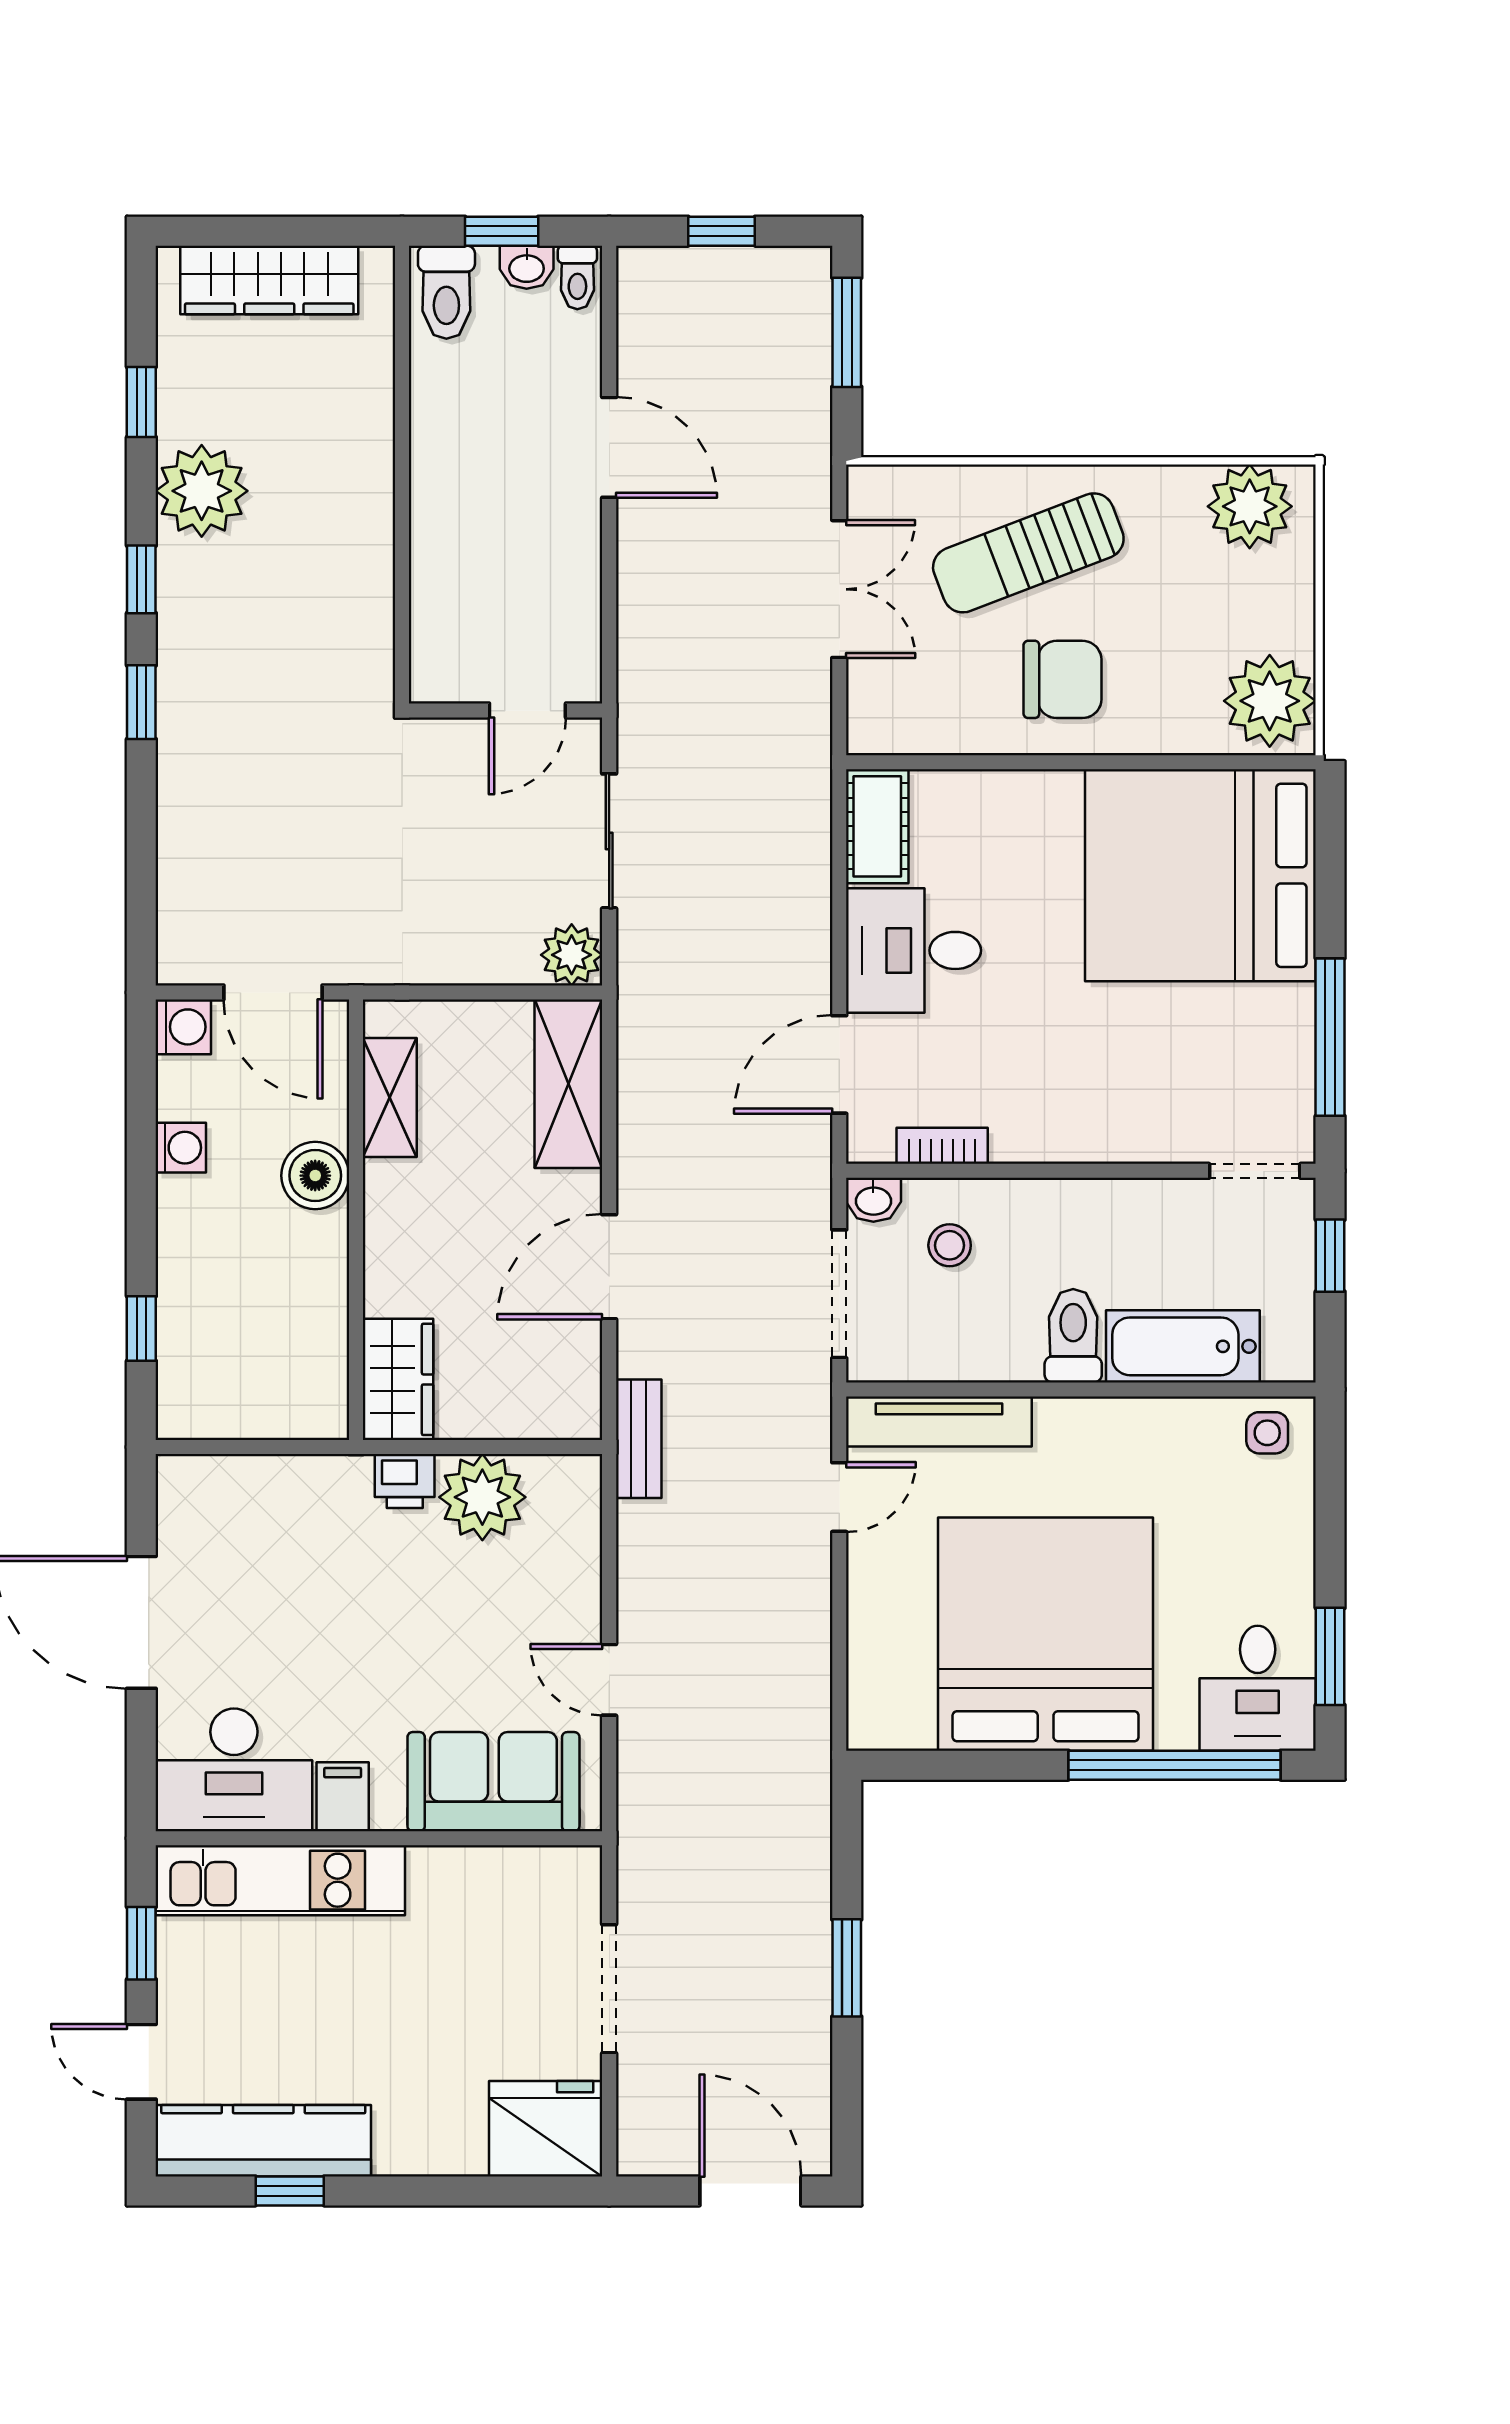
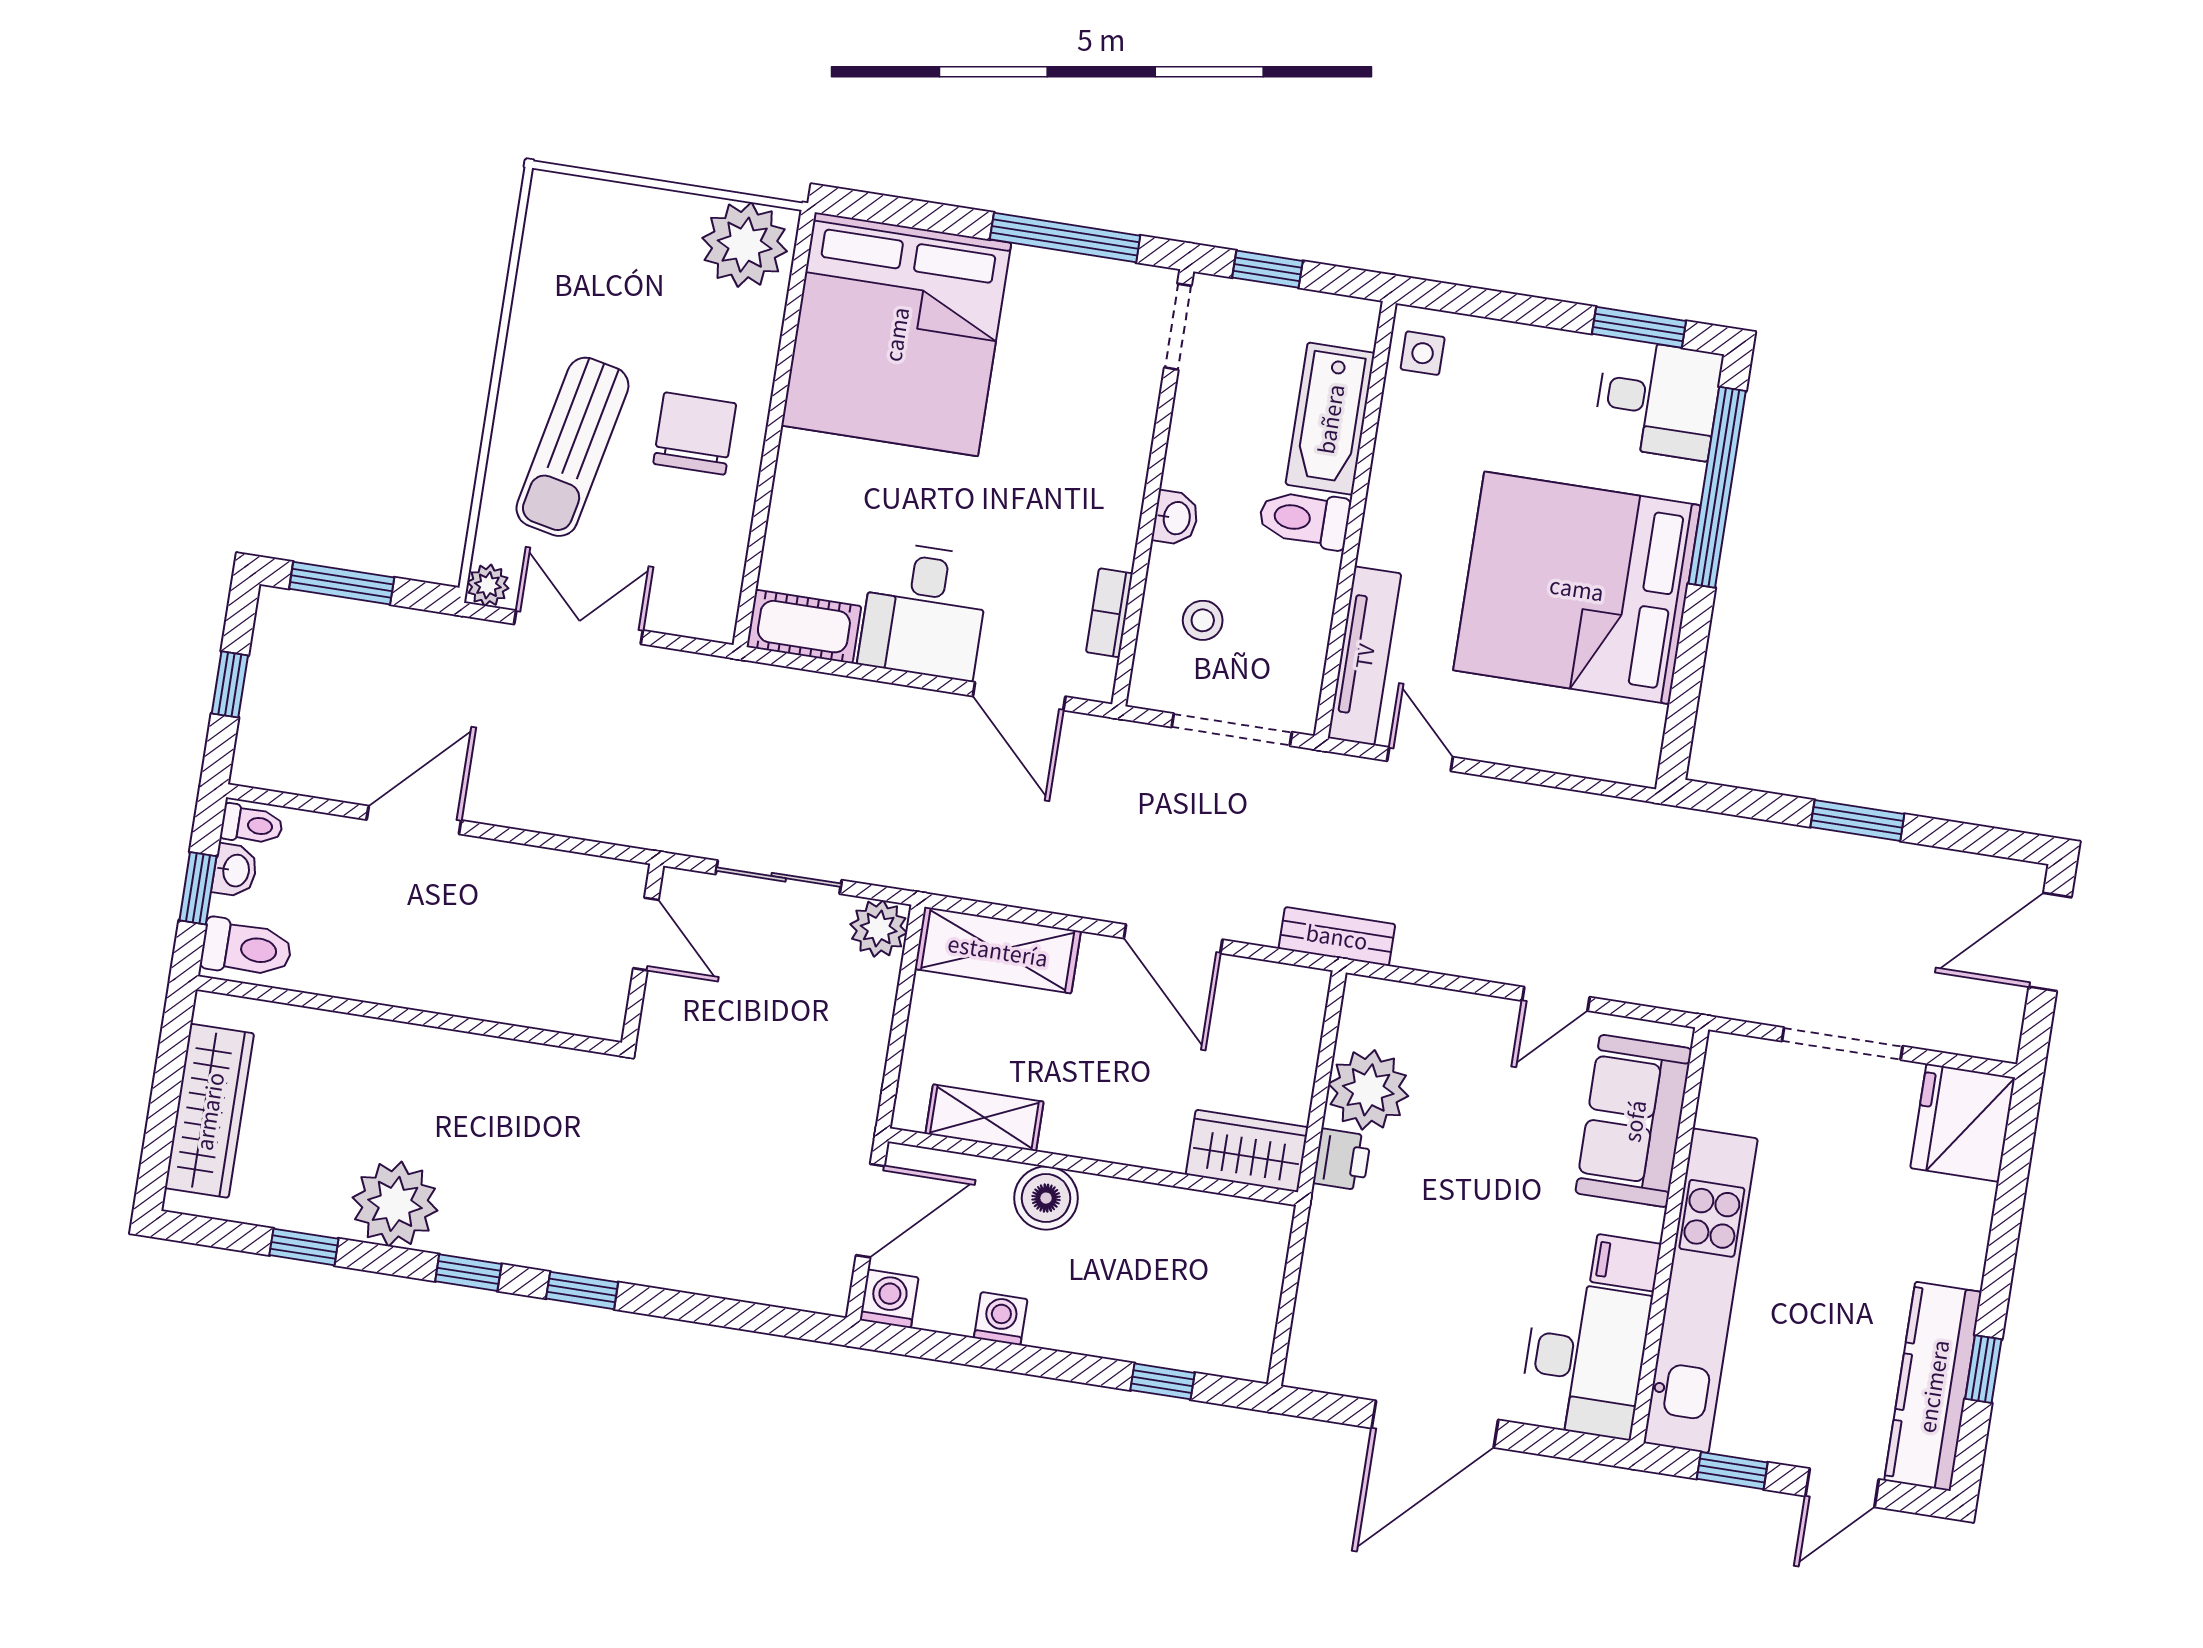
plant: (1250, 506) -> (488, 585), moved, width x0.53, depth x0.53
sun lounger: (1028, 553) -> (572, 447), turned 33
washbasin: (873, 1200) -> (1176, 518), moved
kitchen unit: (280, 1880) -> (1701, 1291), width x1.36

